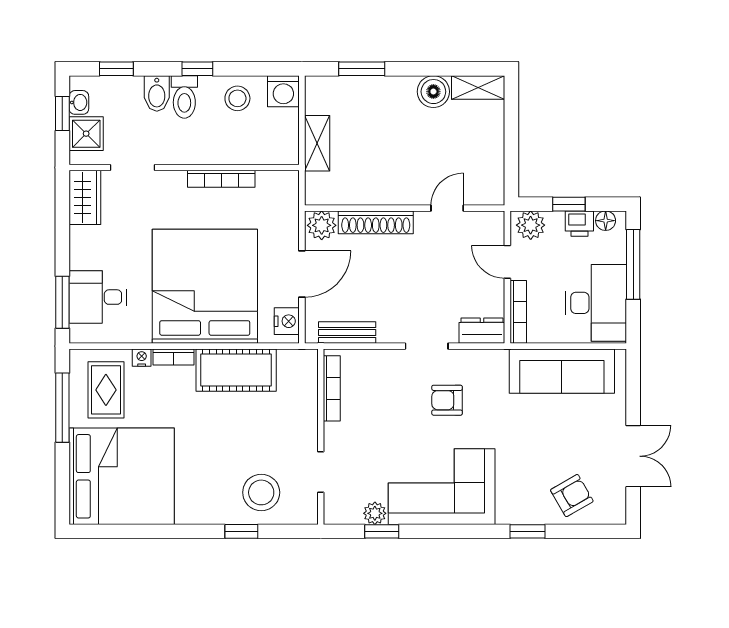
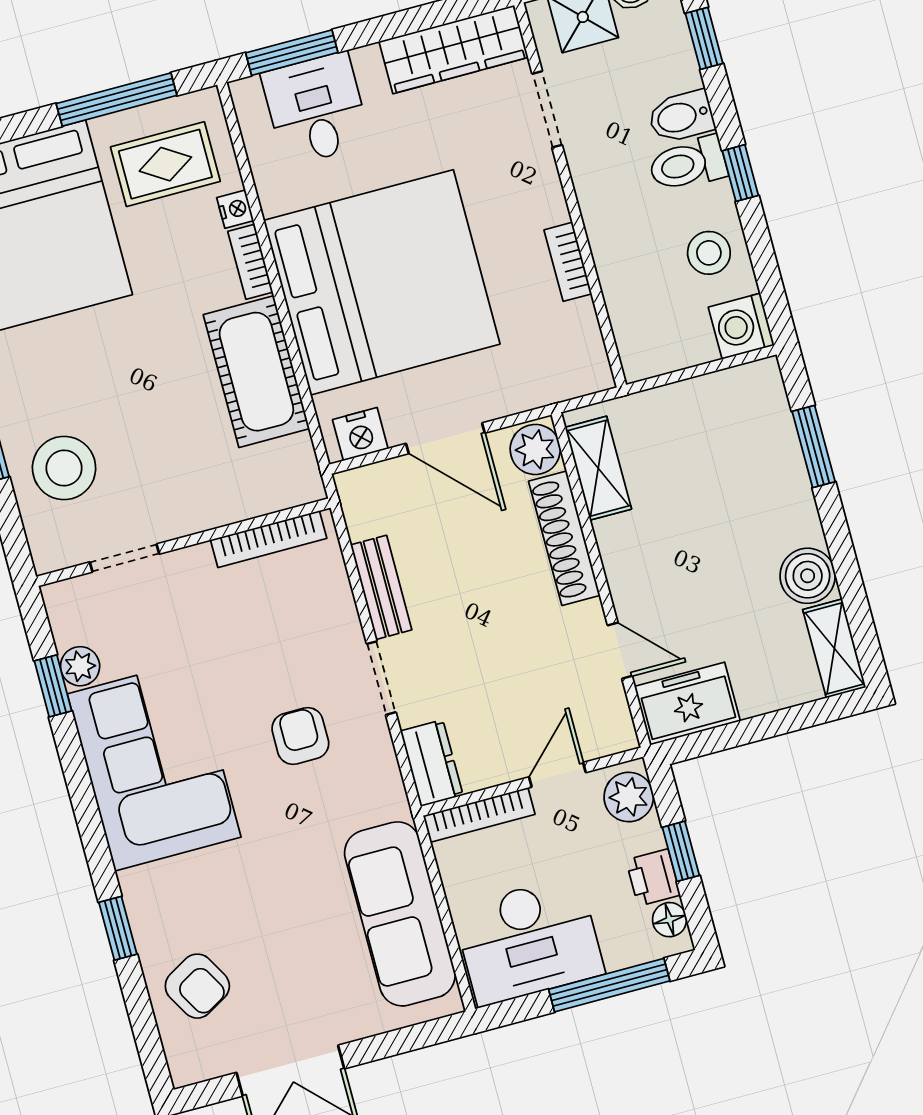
shelving: (317, 143) -> (598, 468), moved, turned 90
freezer: (487, 178) -> (687, 704), added
bookcase: (221, 179) -> (568, 262), width x0.64
wardrobe: (85, 197) -> (454, 49), width x1.50
bench: (347, 332) -> (381, 587), moved

